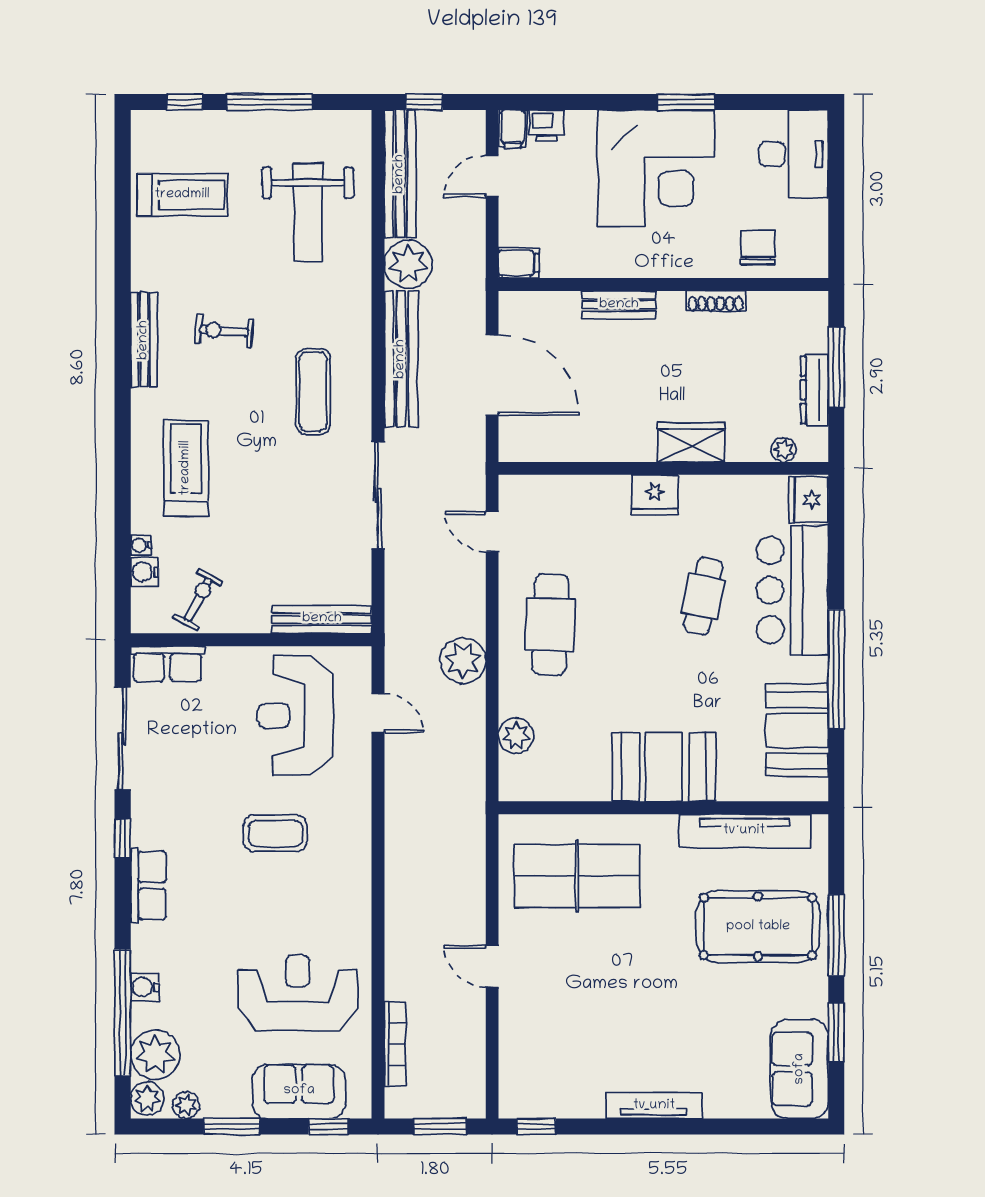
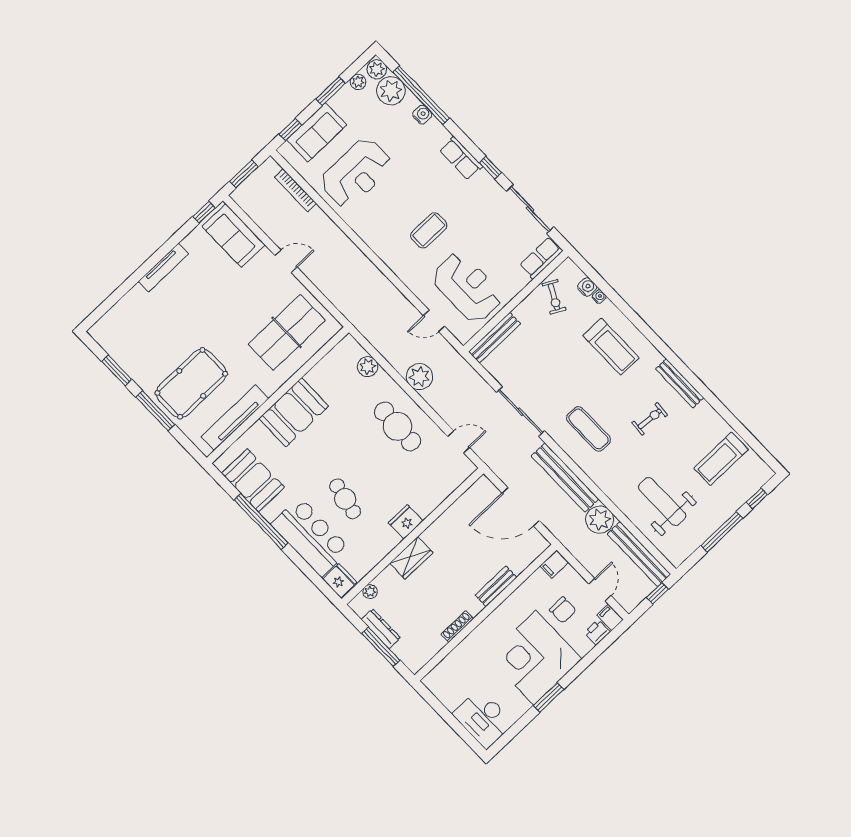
chair: (758, 247) -> (563, 610), moved
sofa: (800, 1069) -> (234, 236), moved, turned 180

